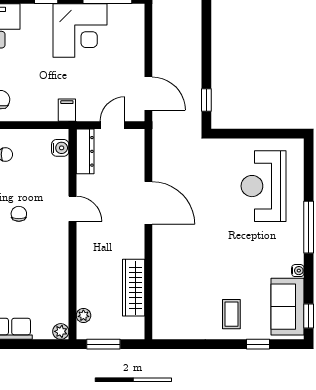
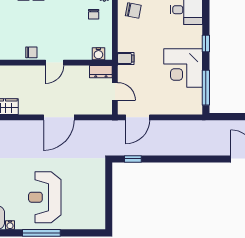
dresser: (85, 151) -> (101, 72), width x0.70
reception desk: (264, 186) -> (45, 197), moved, turned -90
chair: (19, 214) -> (31, 52), moved

